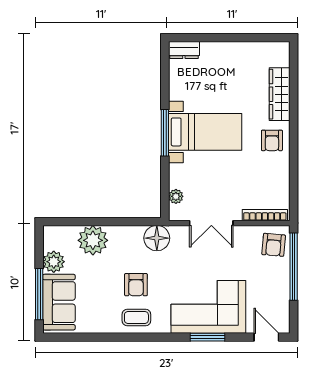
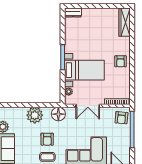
wardrobe: (280, 94) -> (125, 22), moved
bed with nightstands: (205, 132) -> (84, 70), moved
plant: (93, 240) -> (35, 115), moved

